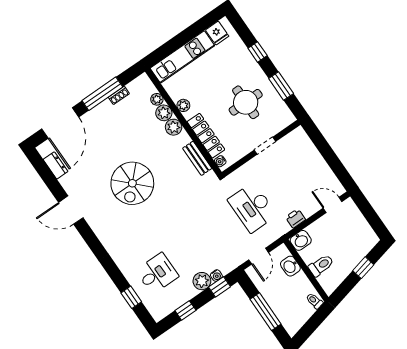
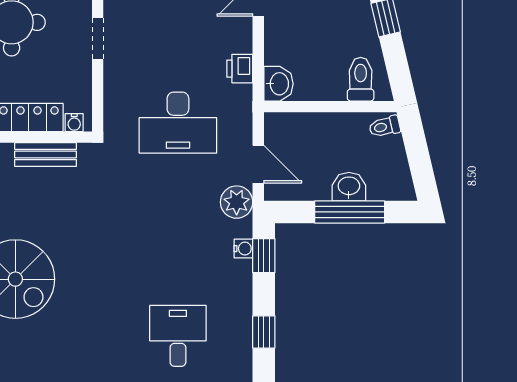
toilet: (321, 265) -> (361, 79), moved
washbasin: (290, 266) -> (349, 187), moved, turned 180
plant: (202, 281) -> (237, 202), moved

